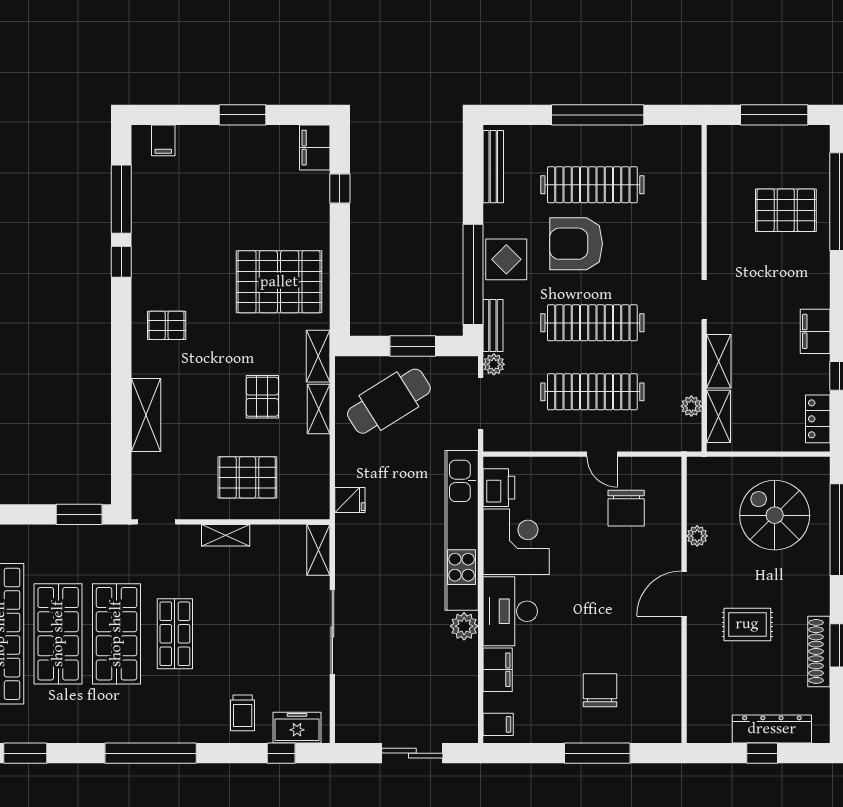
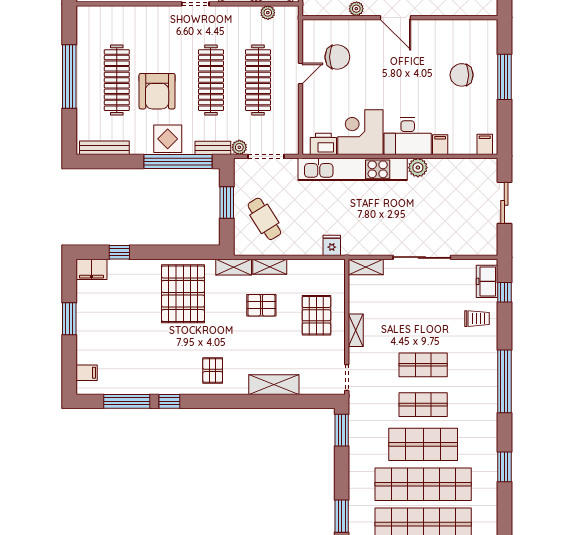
cafe table: (389, 401) -> (264, 219), width x0.73, depth x0.74
shop shelf: (116, 634) -> (423, 405), width x0.70, depth x0.74
filing cabinet: (498, 670) -> (440, 145), width x0.50

